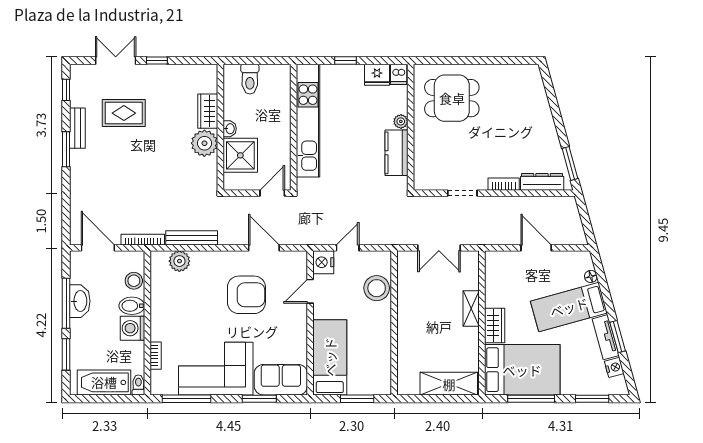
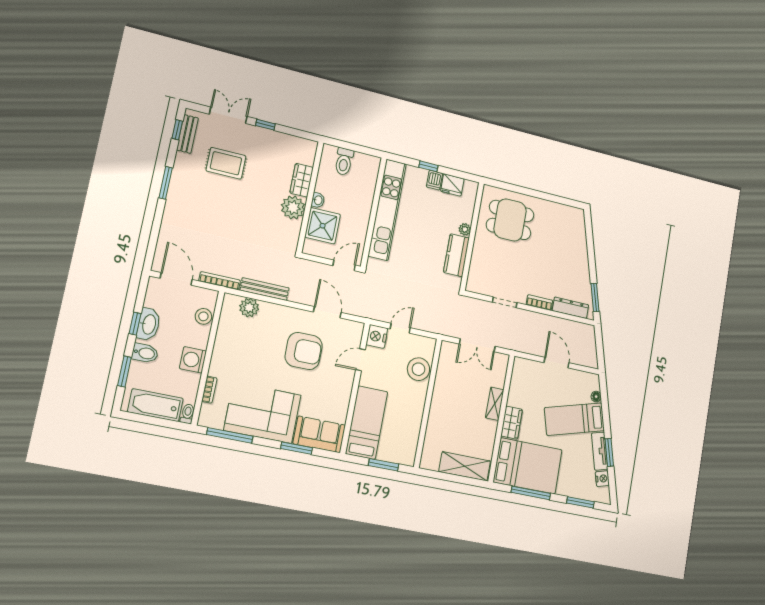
dishwasher: (399, 74) -> (434, 180), moved
bench: (77, 128) -> (187, 134), moved
window: (66, 303) -> (135, 324), width x0.46
bidet: (132, 306) -> (145, 353), moved, turned 180

